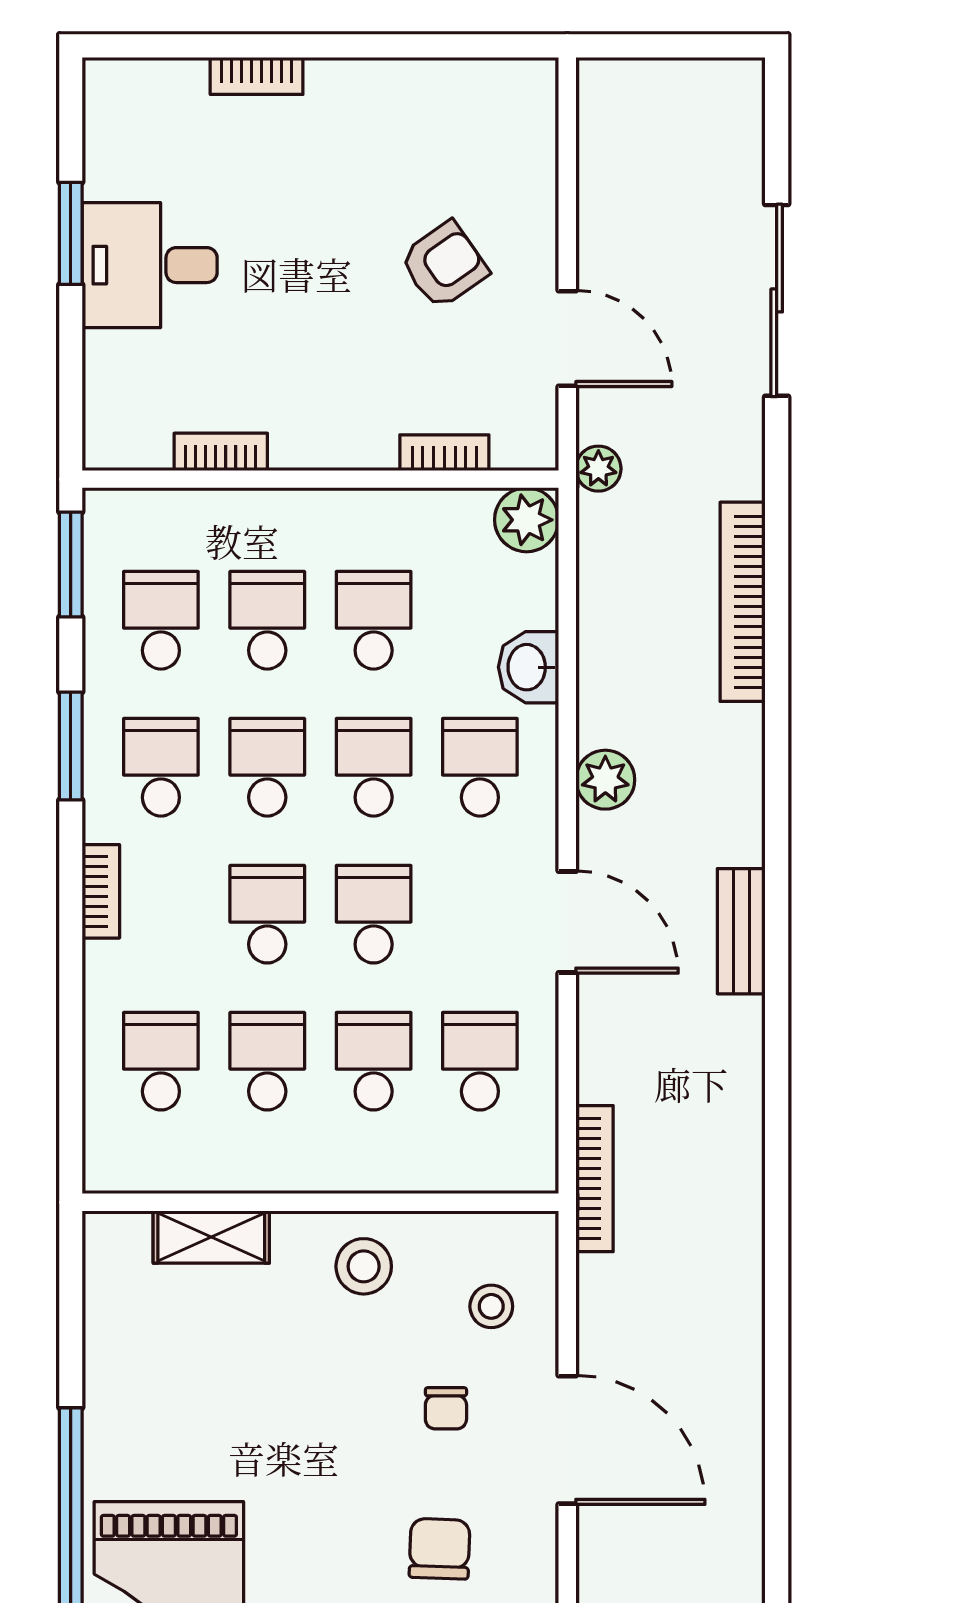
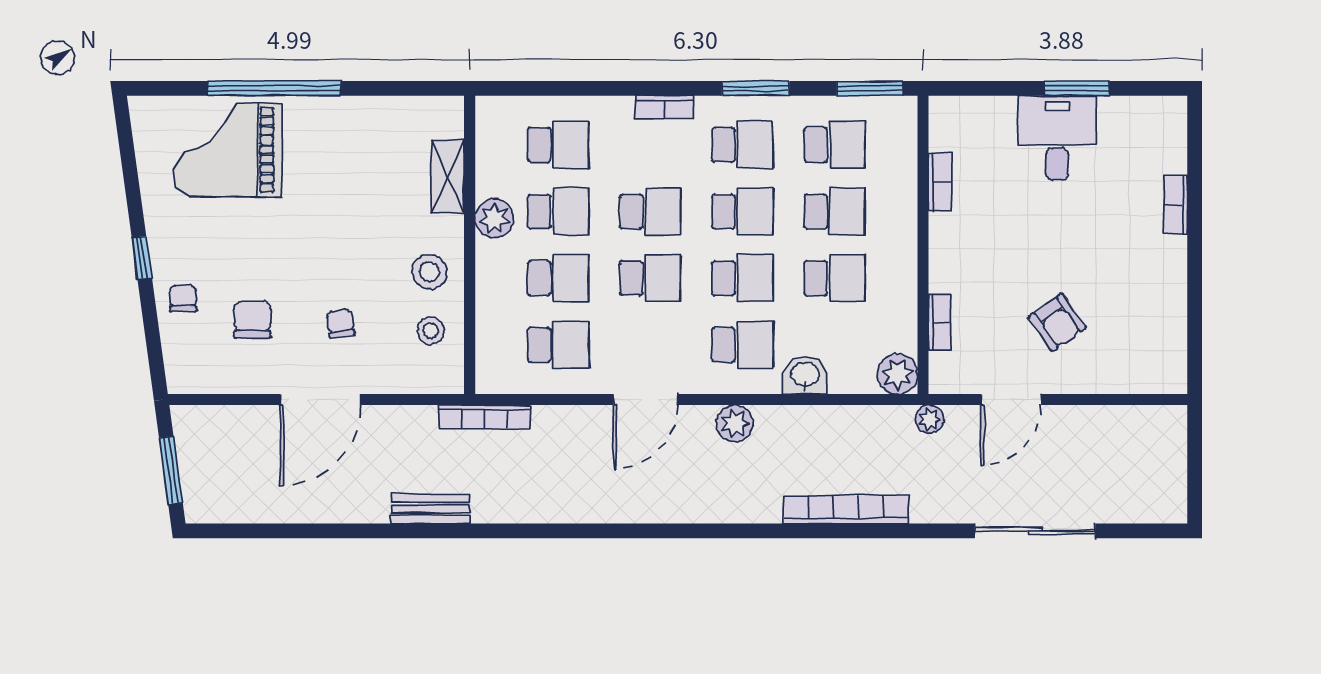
bench: (741, 931) -> (430, 509), moved
plant: (278, 1163) -> (494, 218), added
stool: (491, 1306) -> (431, 331), moved
chair: (446, 1408) -> (340, 324), turned 82
chair: (440, 1549) -> (252, 320), turned -92

